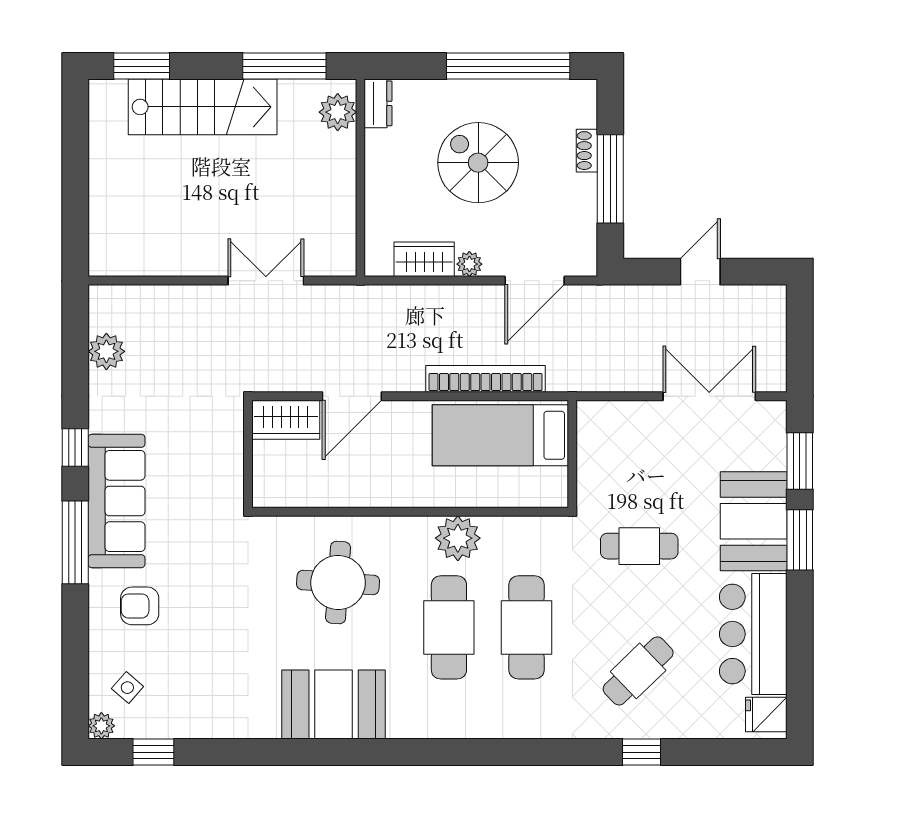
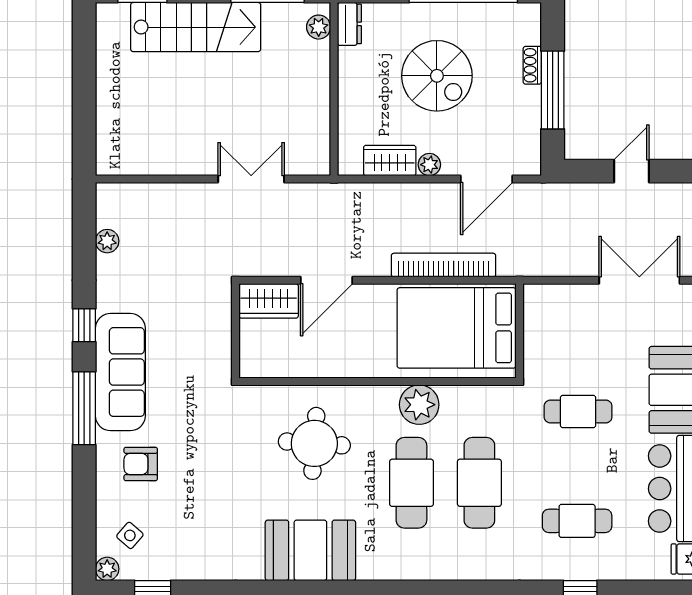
plant: (338, 112) -> (319, 27), width x0.73, depth x0.73
spiral stairs: (478, 163) -> (437, 76), turned 180
plant: (106, 351) -> (107, 241), width x0.73, depth x0.73
bed: (500, 435) -> (457, 328), width x1.50
cafe table: (638, 671) -> (577, 521), turned 44

